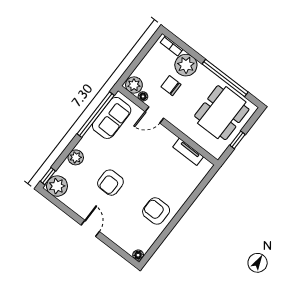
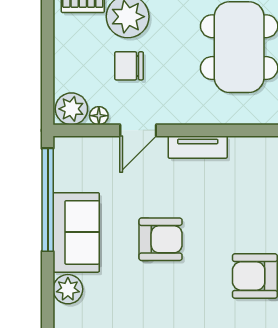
sofa: (112, 118) -> (76, 232), moved
tv unit: (188, 152) -> (198, 147), moved
armchair: (110, 183) -> (161, 239), moved, turned -90

